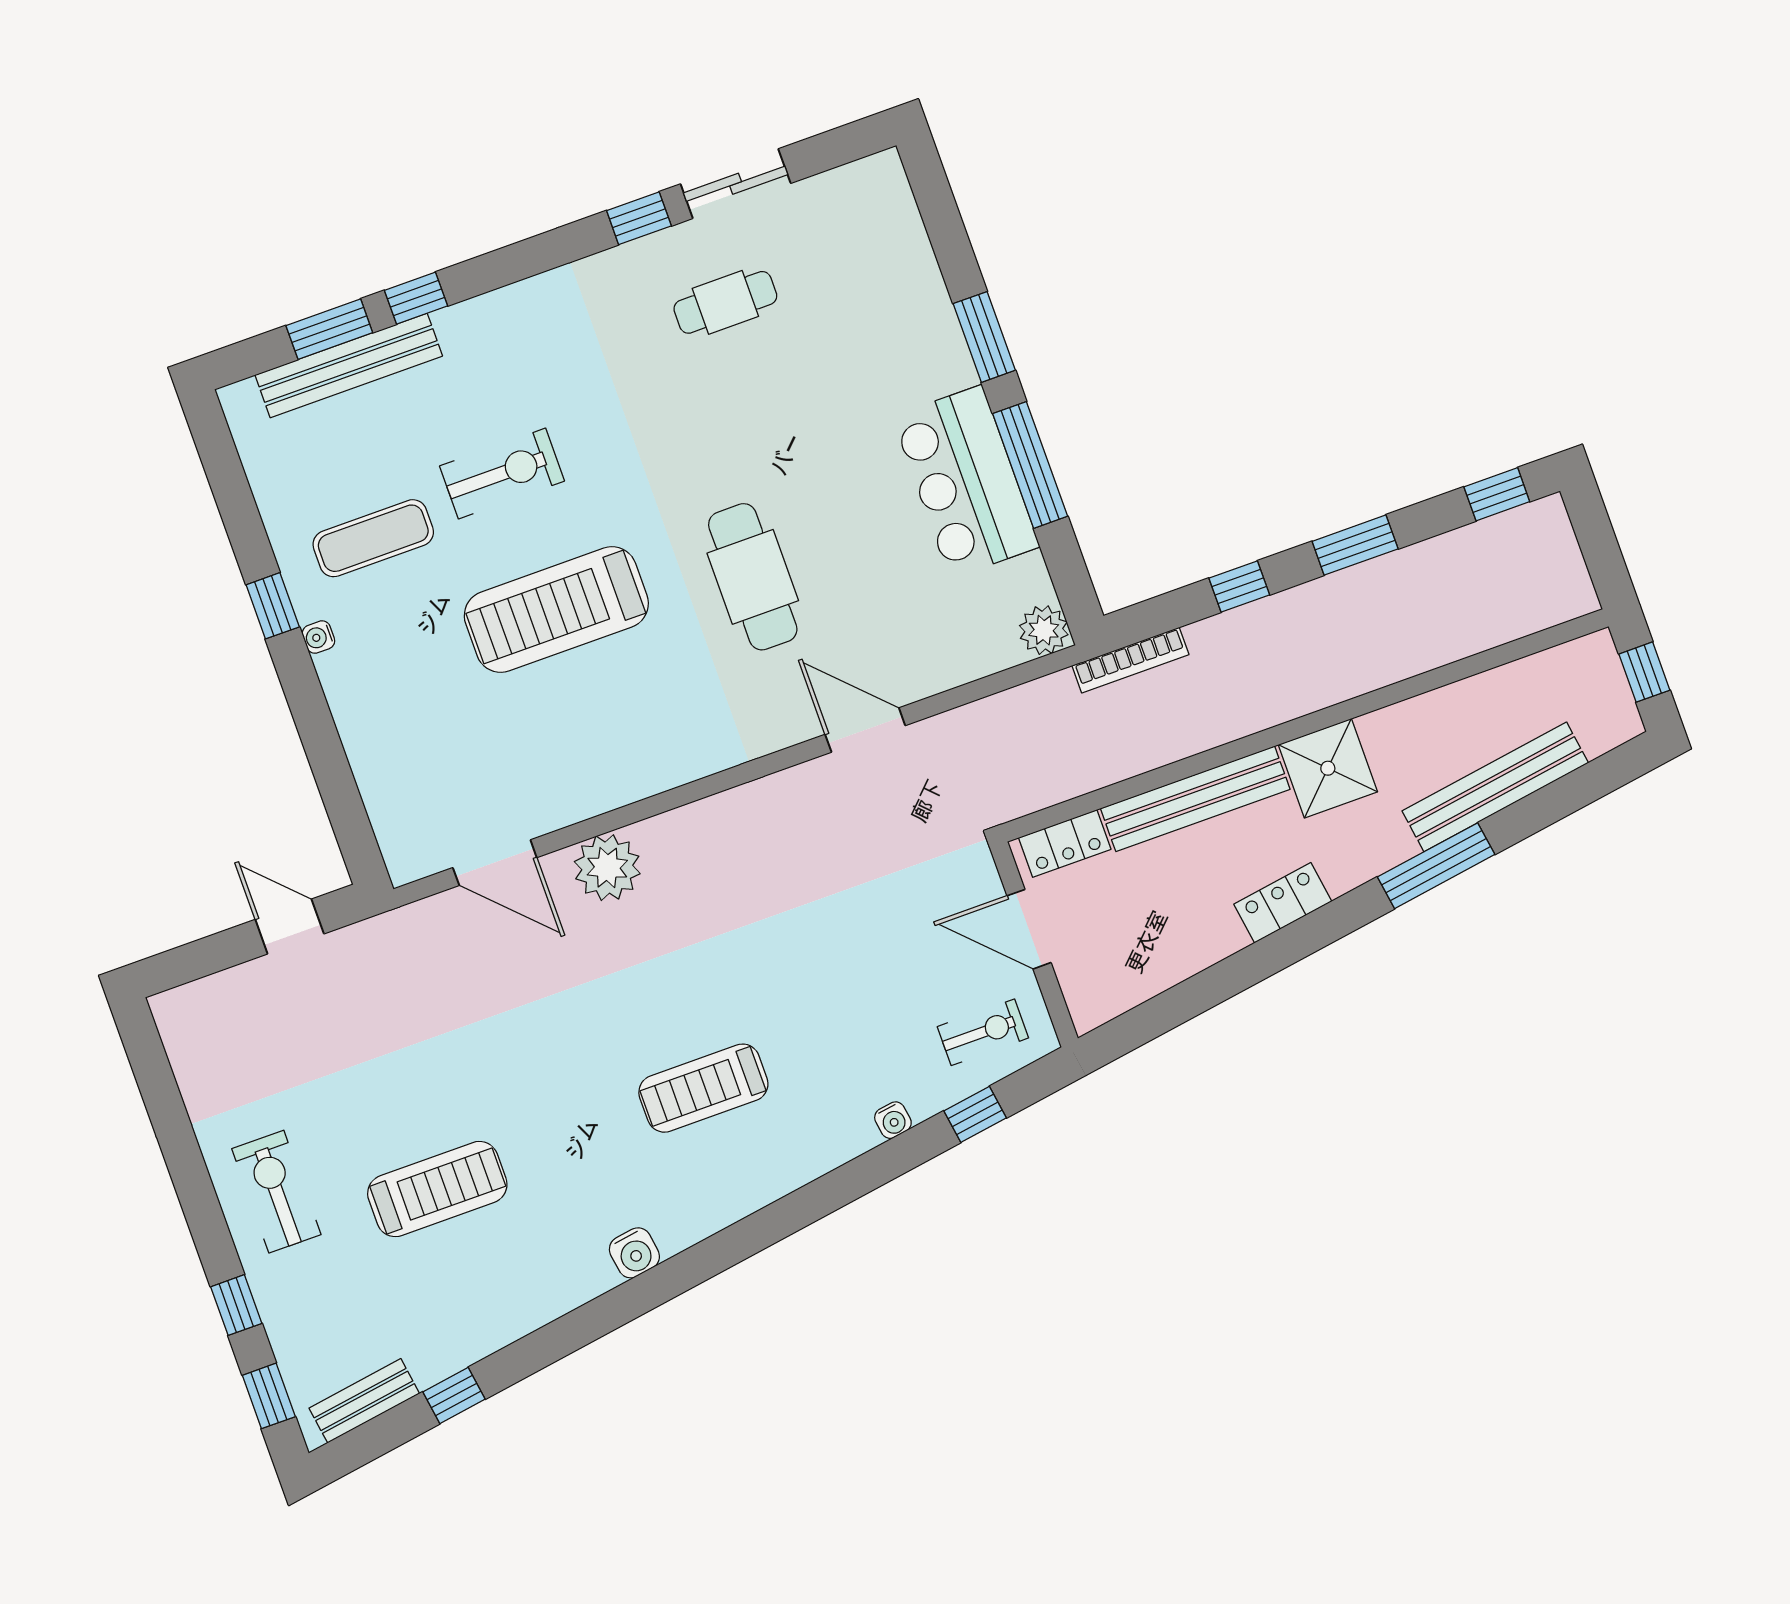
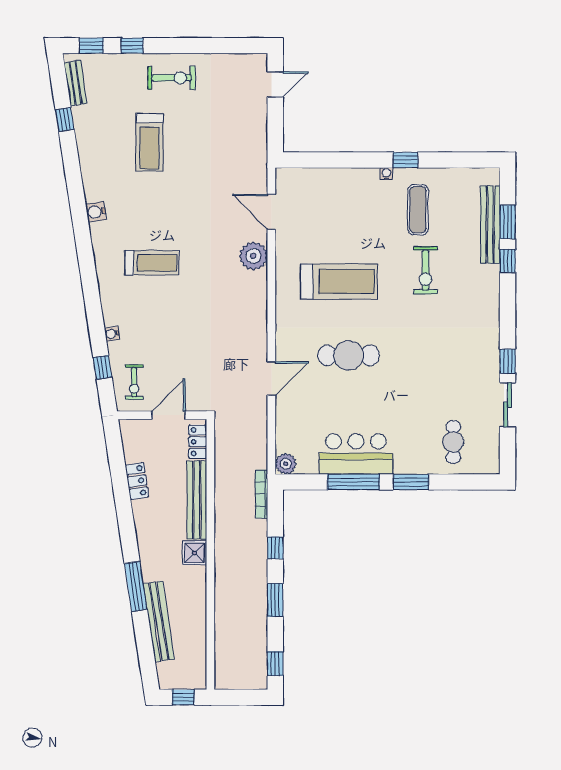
cafe table: (725, 302) -> (453, 442), moved
treadmill: (556, 610) -> (339, 281), moved, turned 90
shower: (1328, 768) -> (195, 553), width x0.73, depth x0.73
door: (495, 863) -> (271, 212), hinge flipped
locker: (1283, 903) -> (137, 481), moved
door: (290, 927) -> (275, 84), moved
treadmill: (703, 1088) -> (152, 263), turned 90

